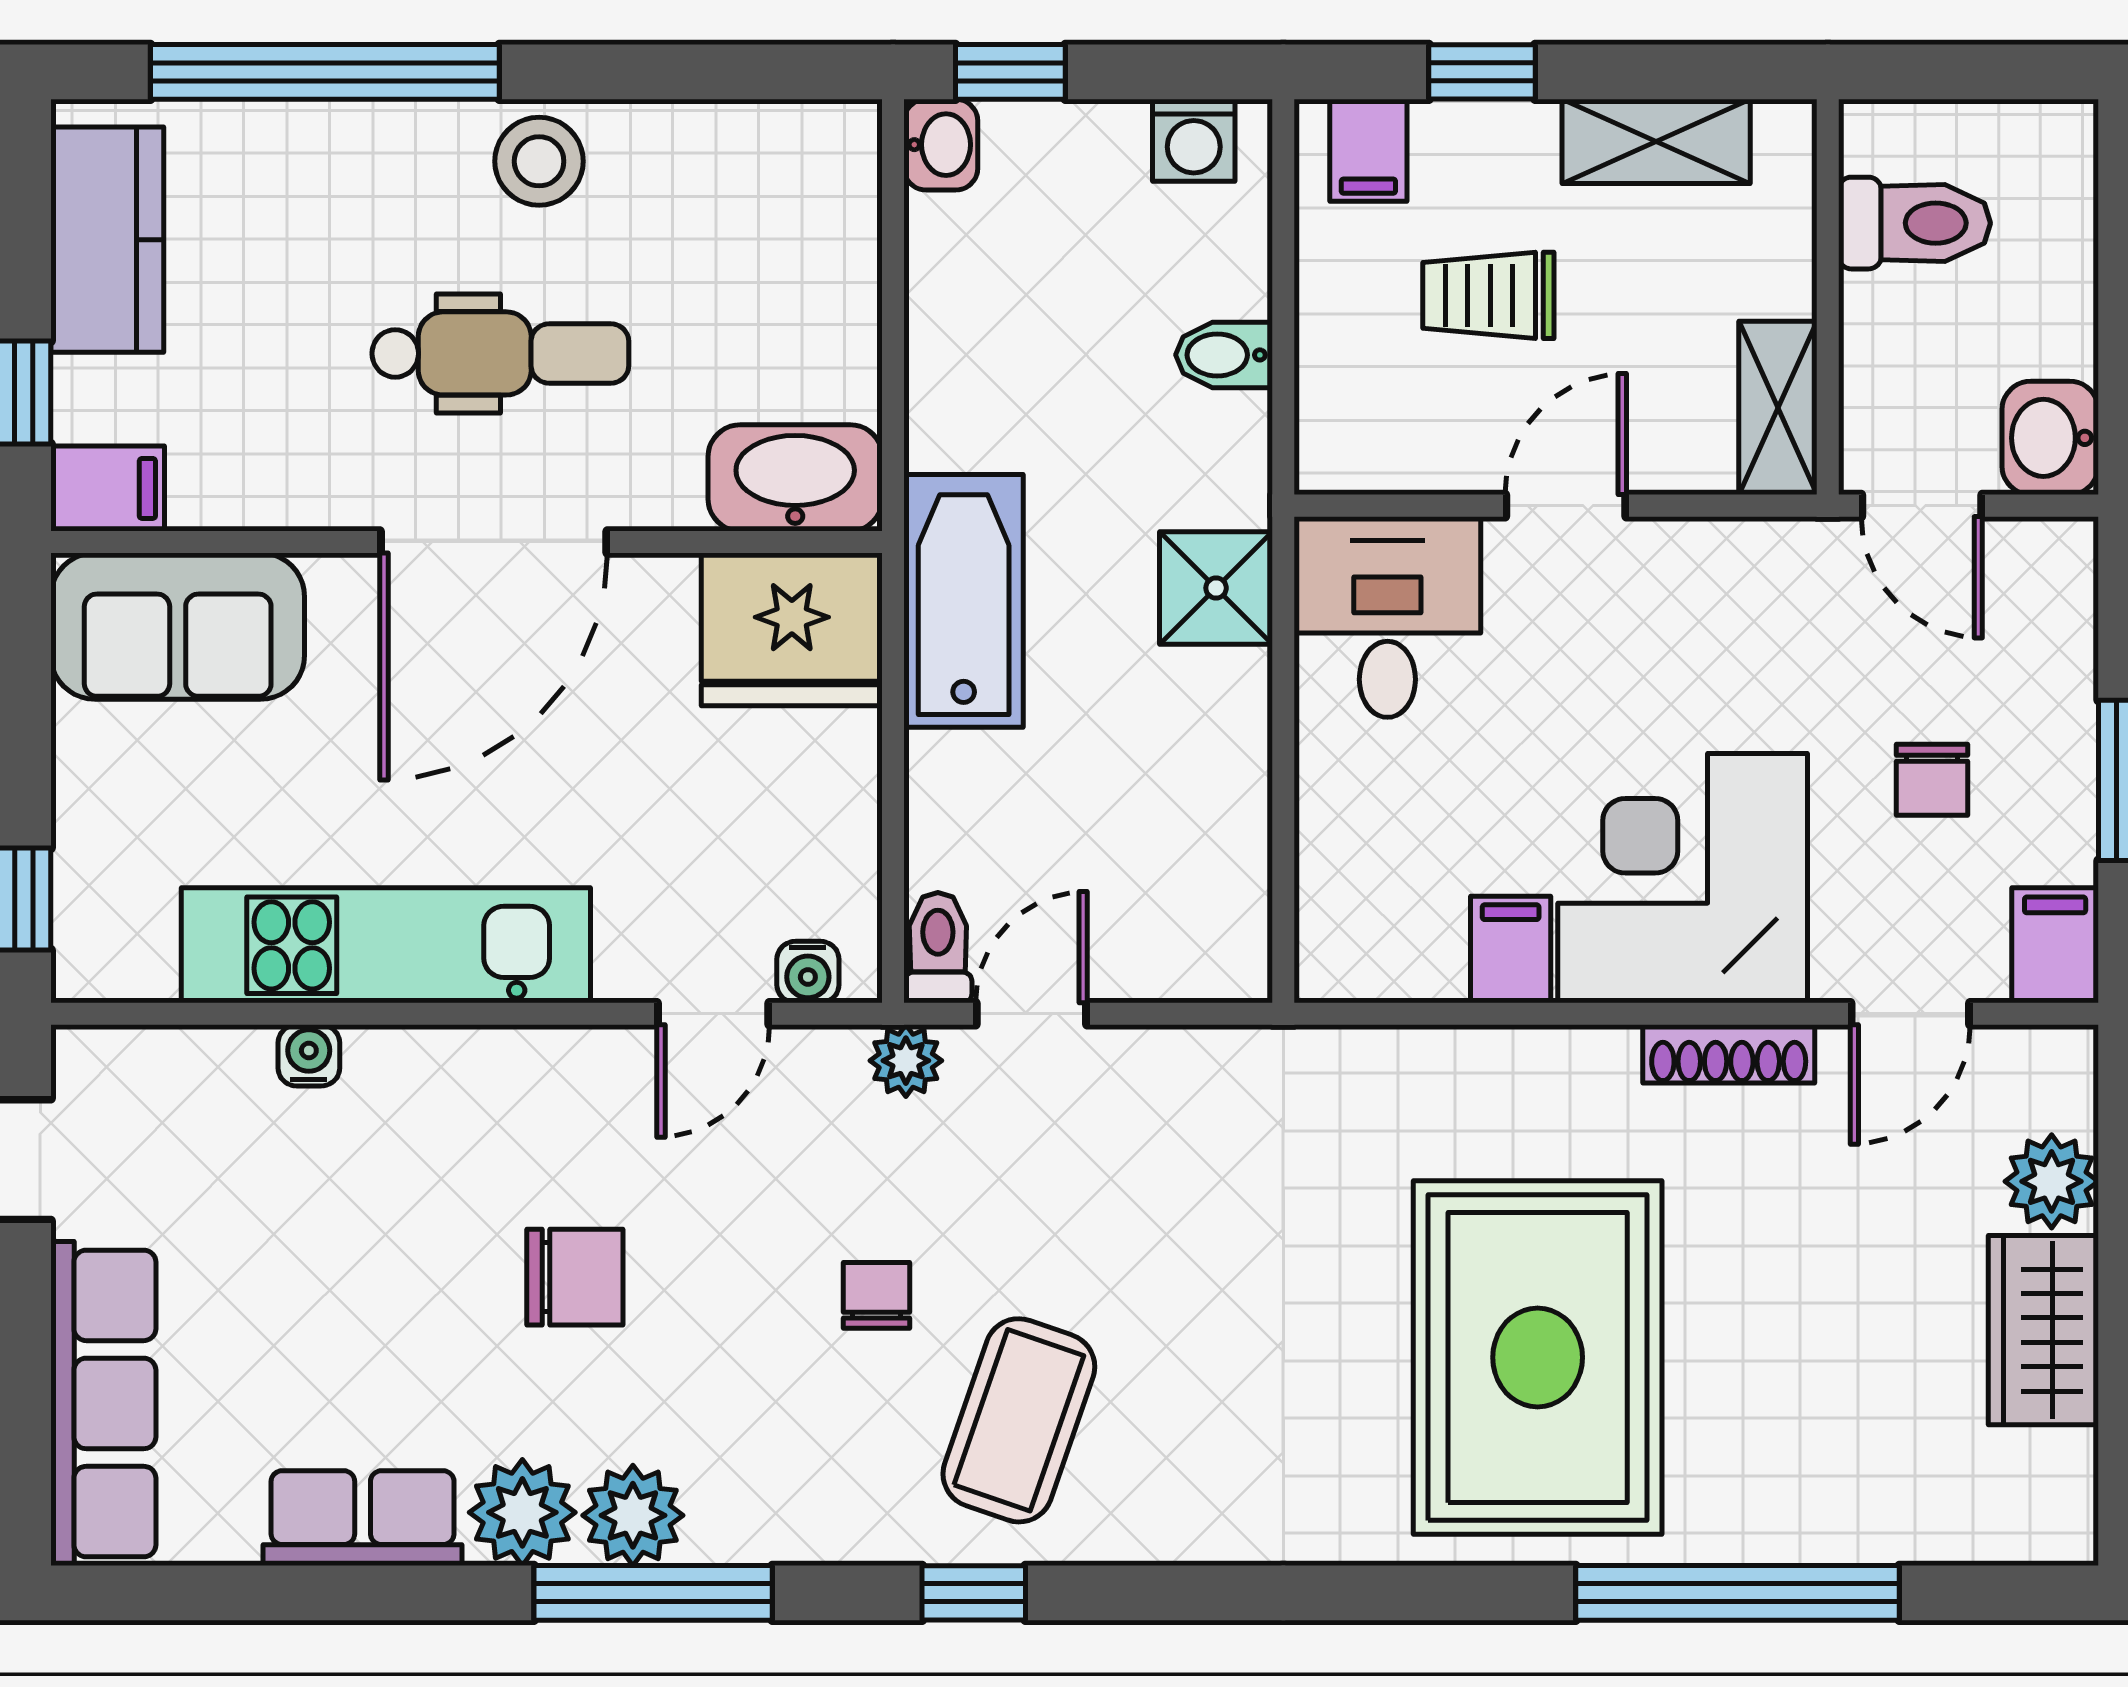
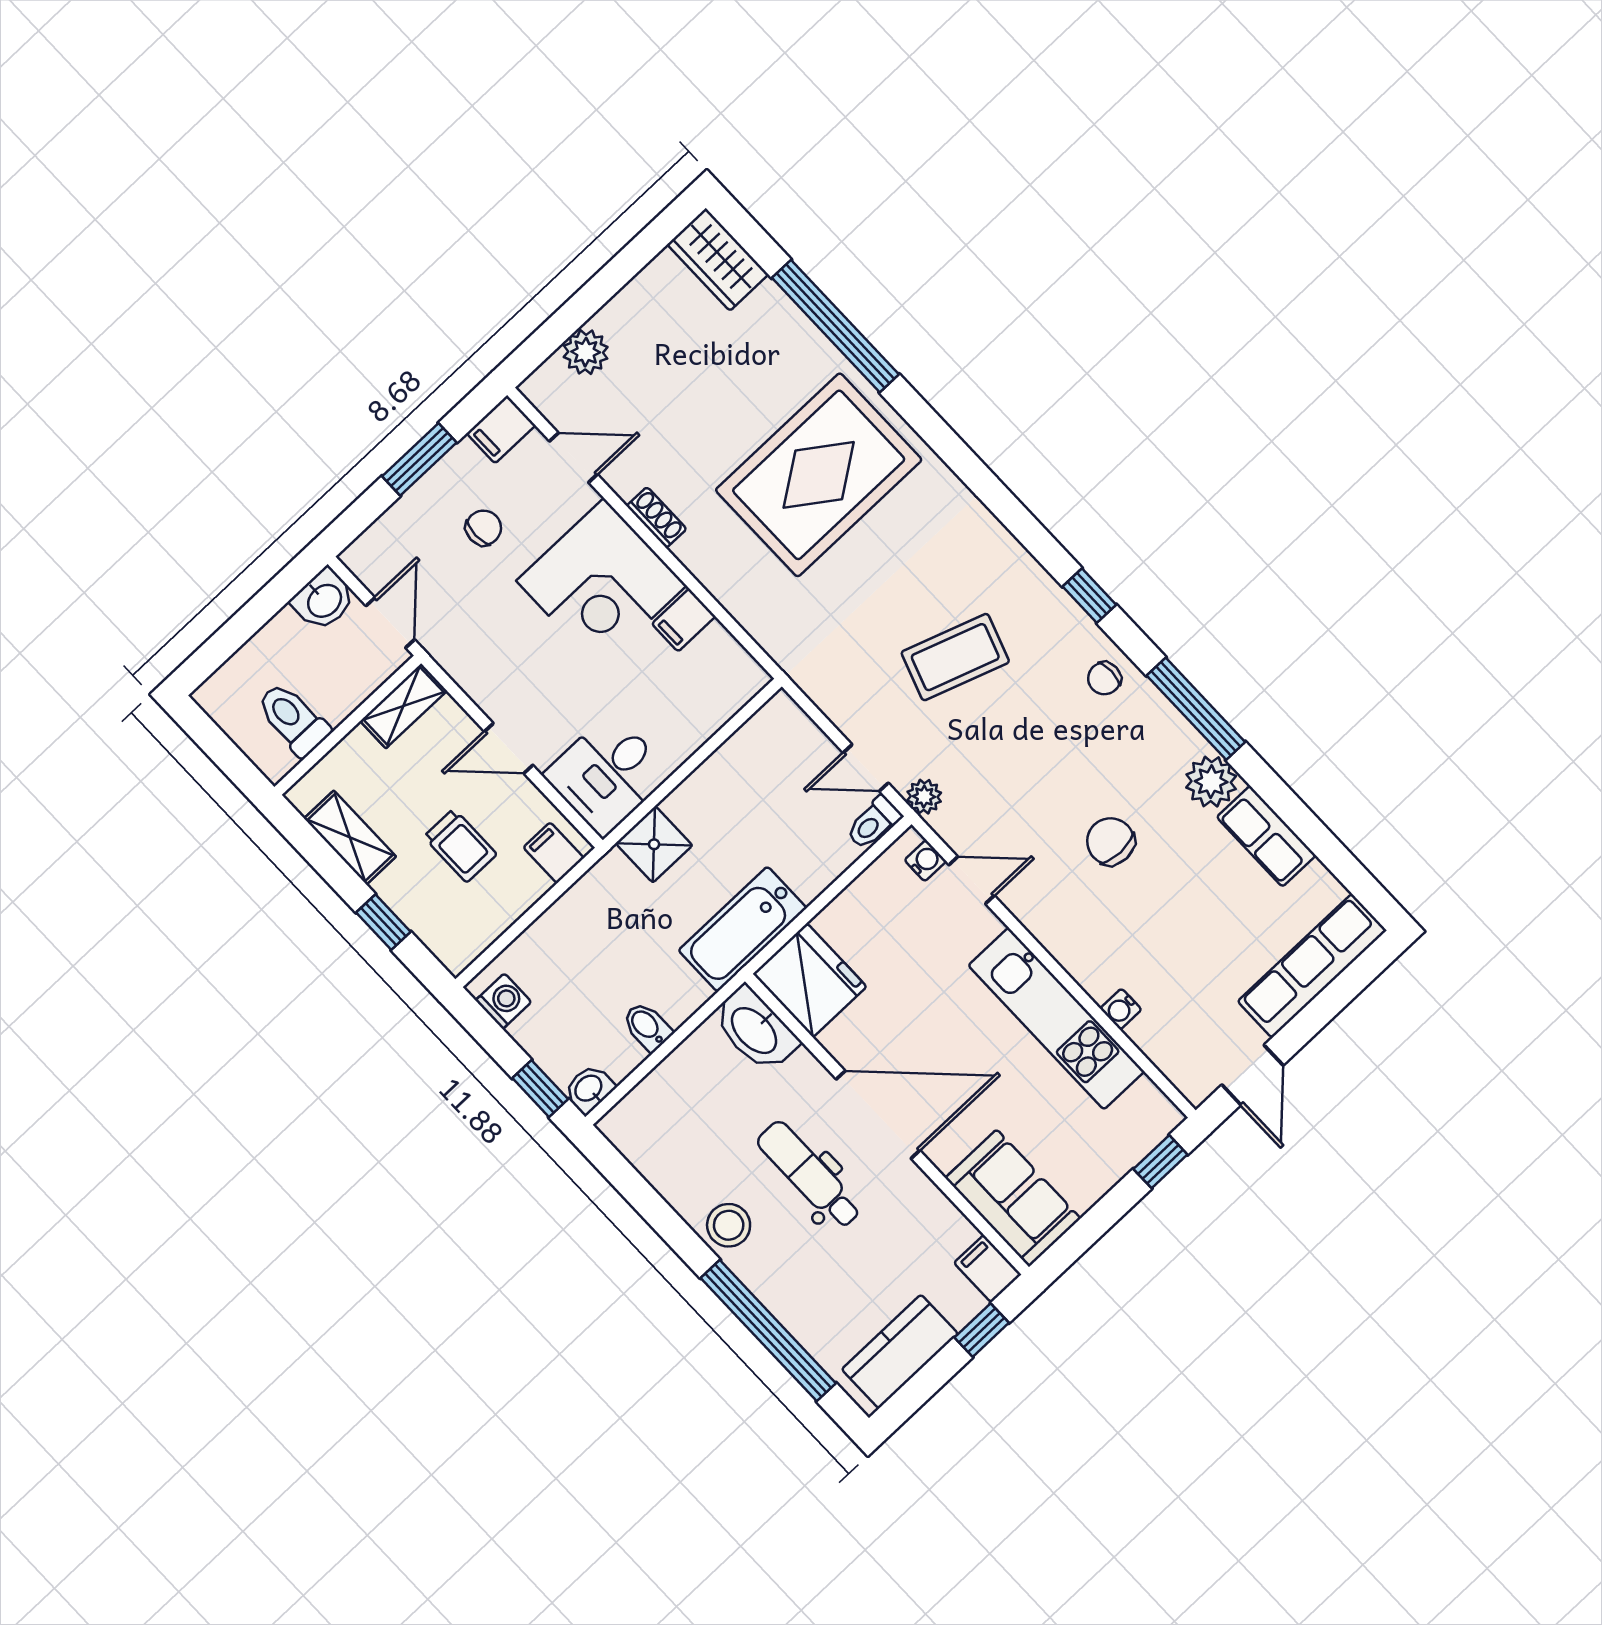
filing cabinet: (1368, 150) -> (554, 853), moved, turned -90
bidet: (1224, 355) -> (647, 1027), moved, turned 180
shoe rack: (1729, 1054) -> (657, 517), width x0.70
chair: (877, 1295) -> (1104, 678), moved
wardrobe: (2043, 1330) -> (718, 259), moved, turned 90
coffee table: (1019, 1420) -> (955, 657), moved
plant: (633, 1515) -> (1175, 742), removed

